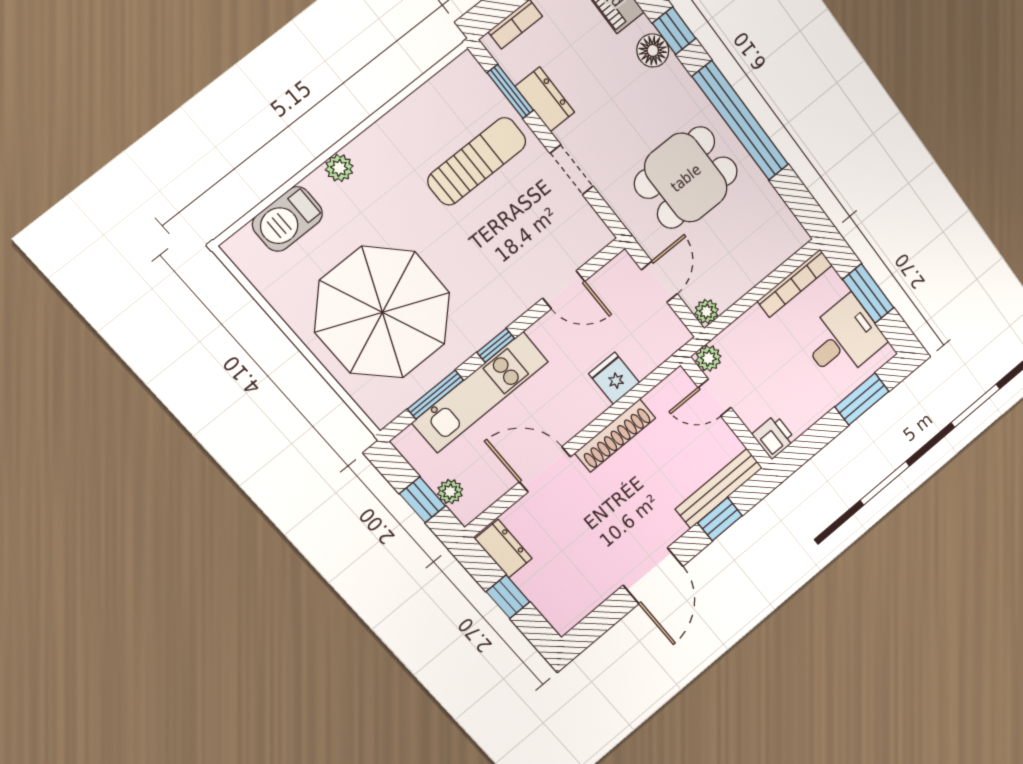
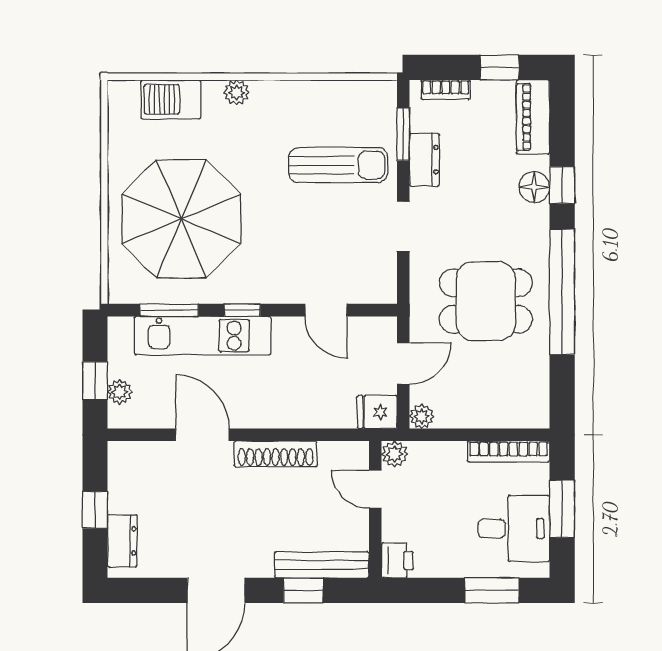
fridge: (614, 378) -> (377, 412), moved, turned -90
dresser: (503, 549) -> (122, 541), moved

